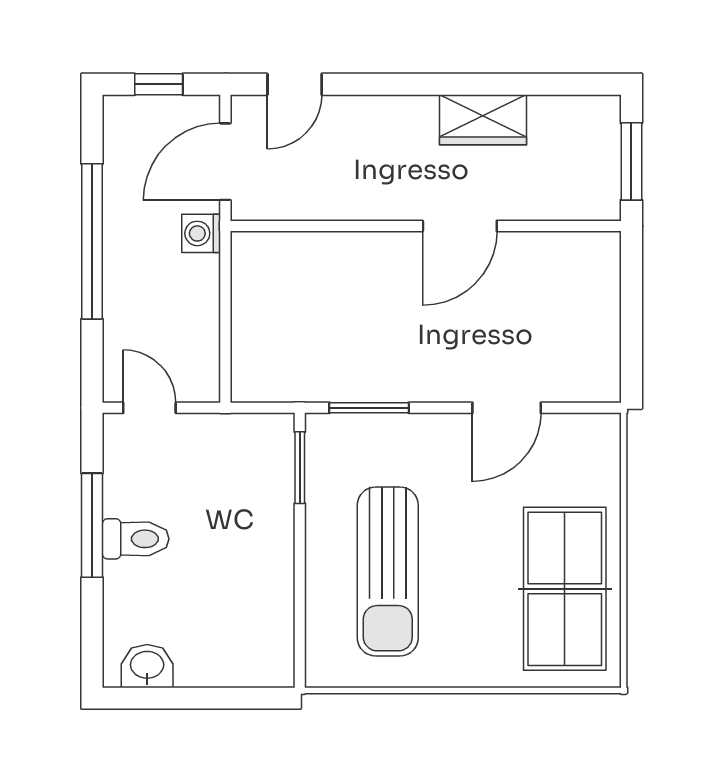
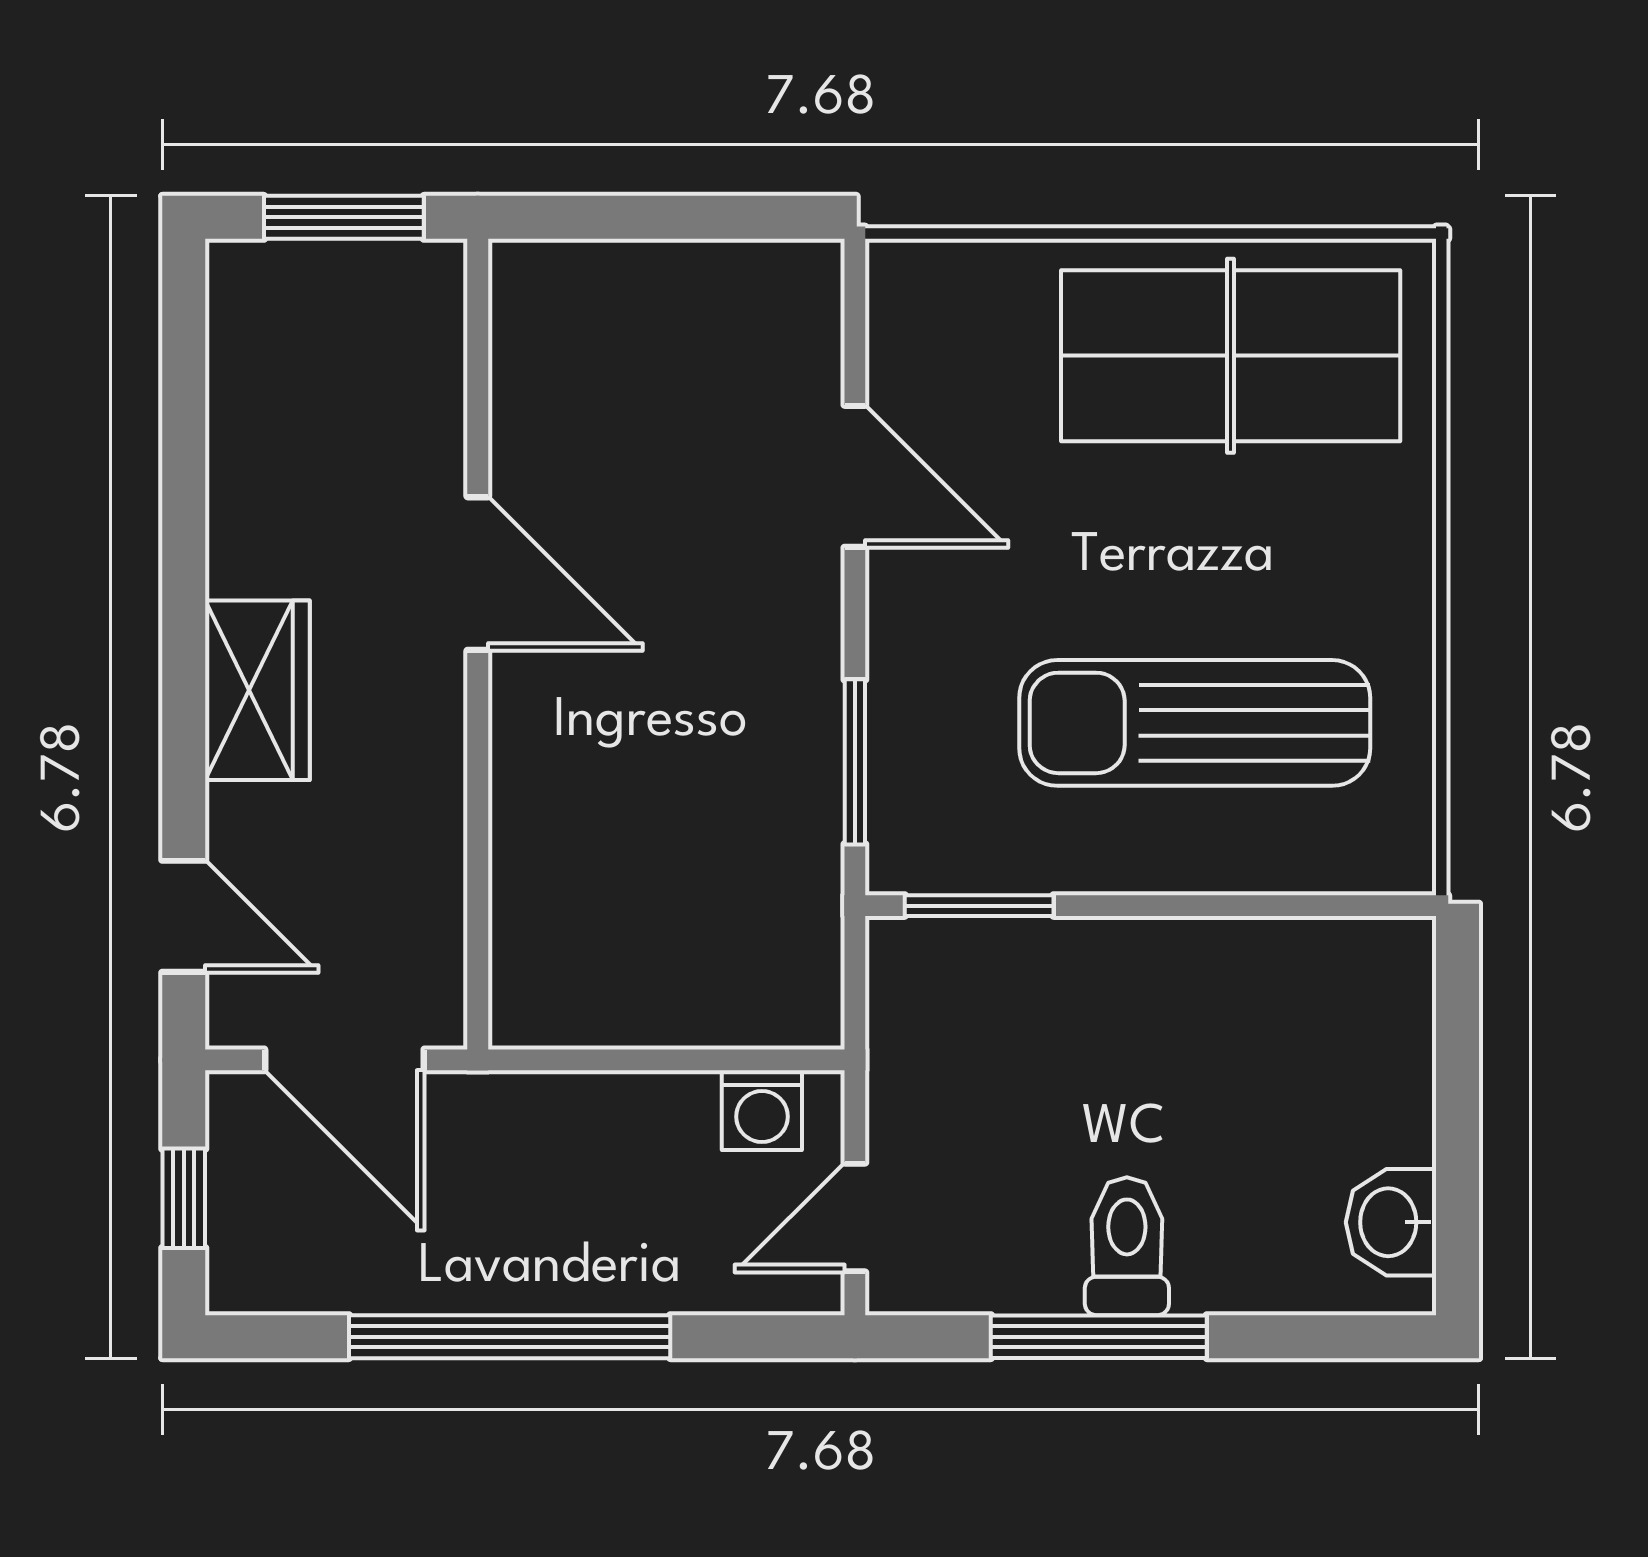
wardrobe: (483, 120) -> (257, 690), moved
washing machine: (201, 233) -> (762, 1110), moved
sun lounger: (388, 572) -> (1195, 723), turned 180

